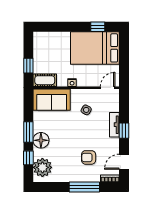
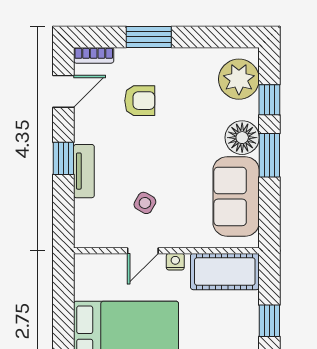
window: (28, 66) -> (269, 321), moved
cot: (45, 80) -> (225, 272), width x1.37, depth x1.34
door: (108, 88) -> (143, 251), moved
sofa: (52, 100) -> (236, 196), moved, turned -90
window: (84, 187) -> (149, 37), width x0.69

